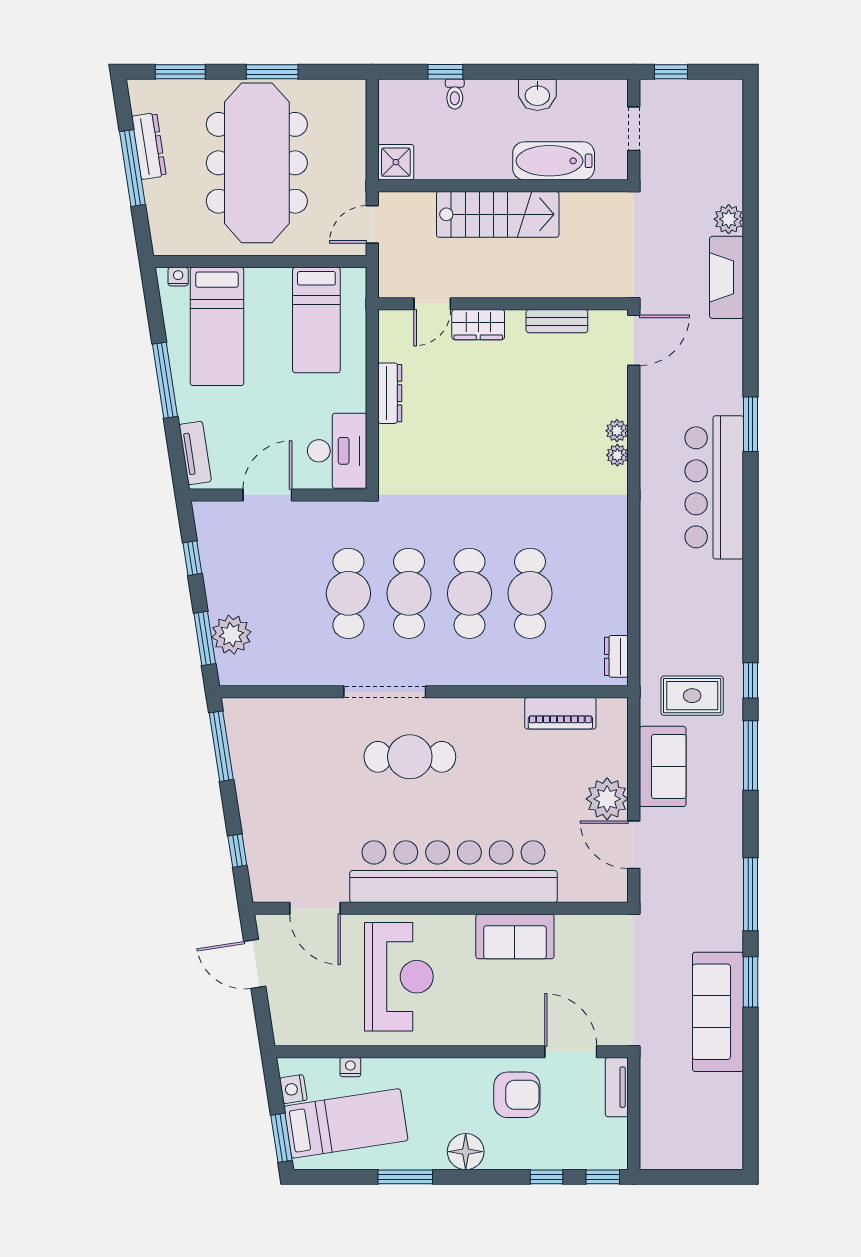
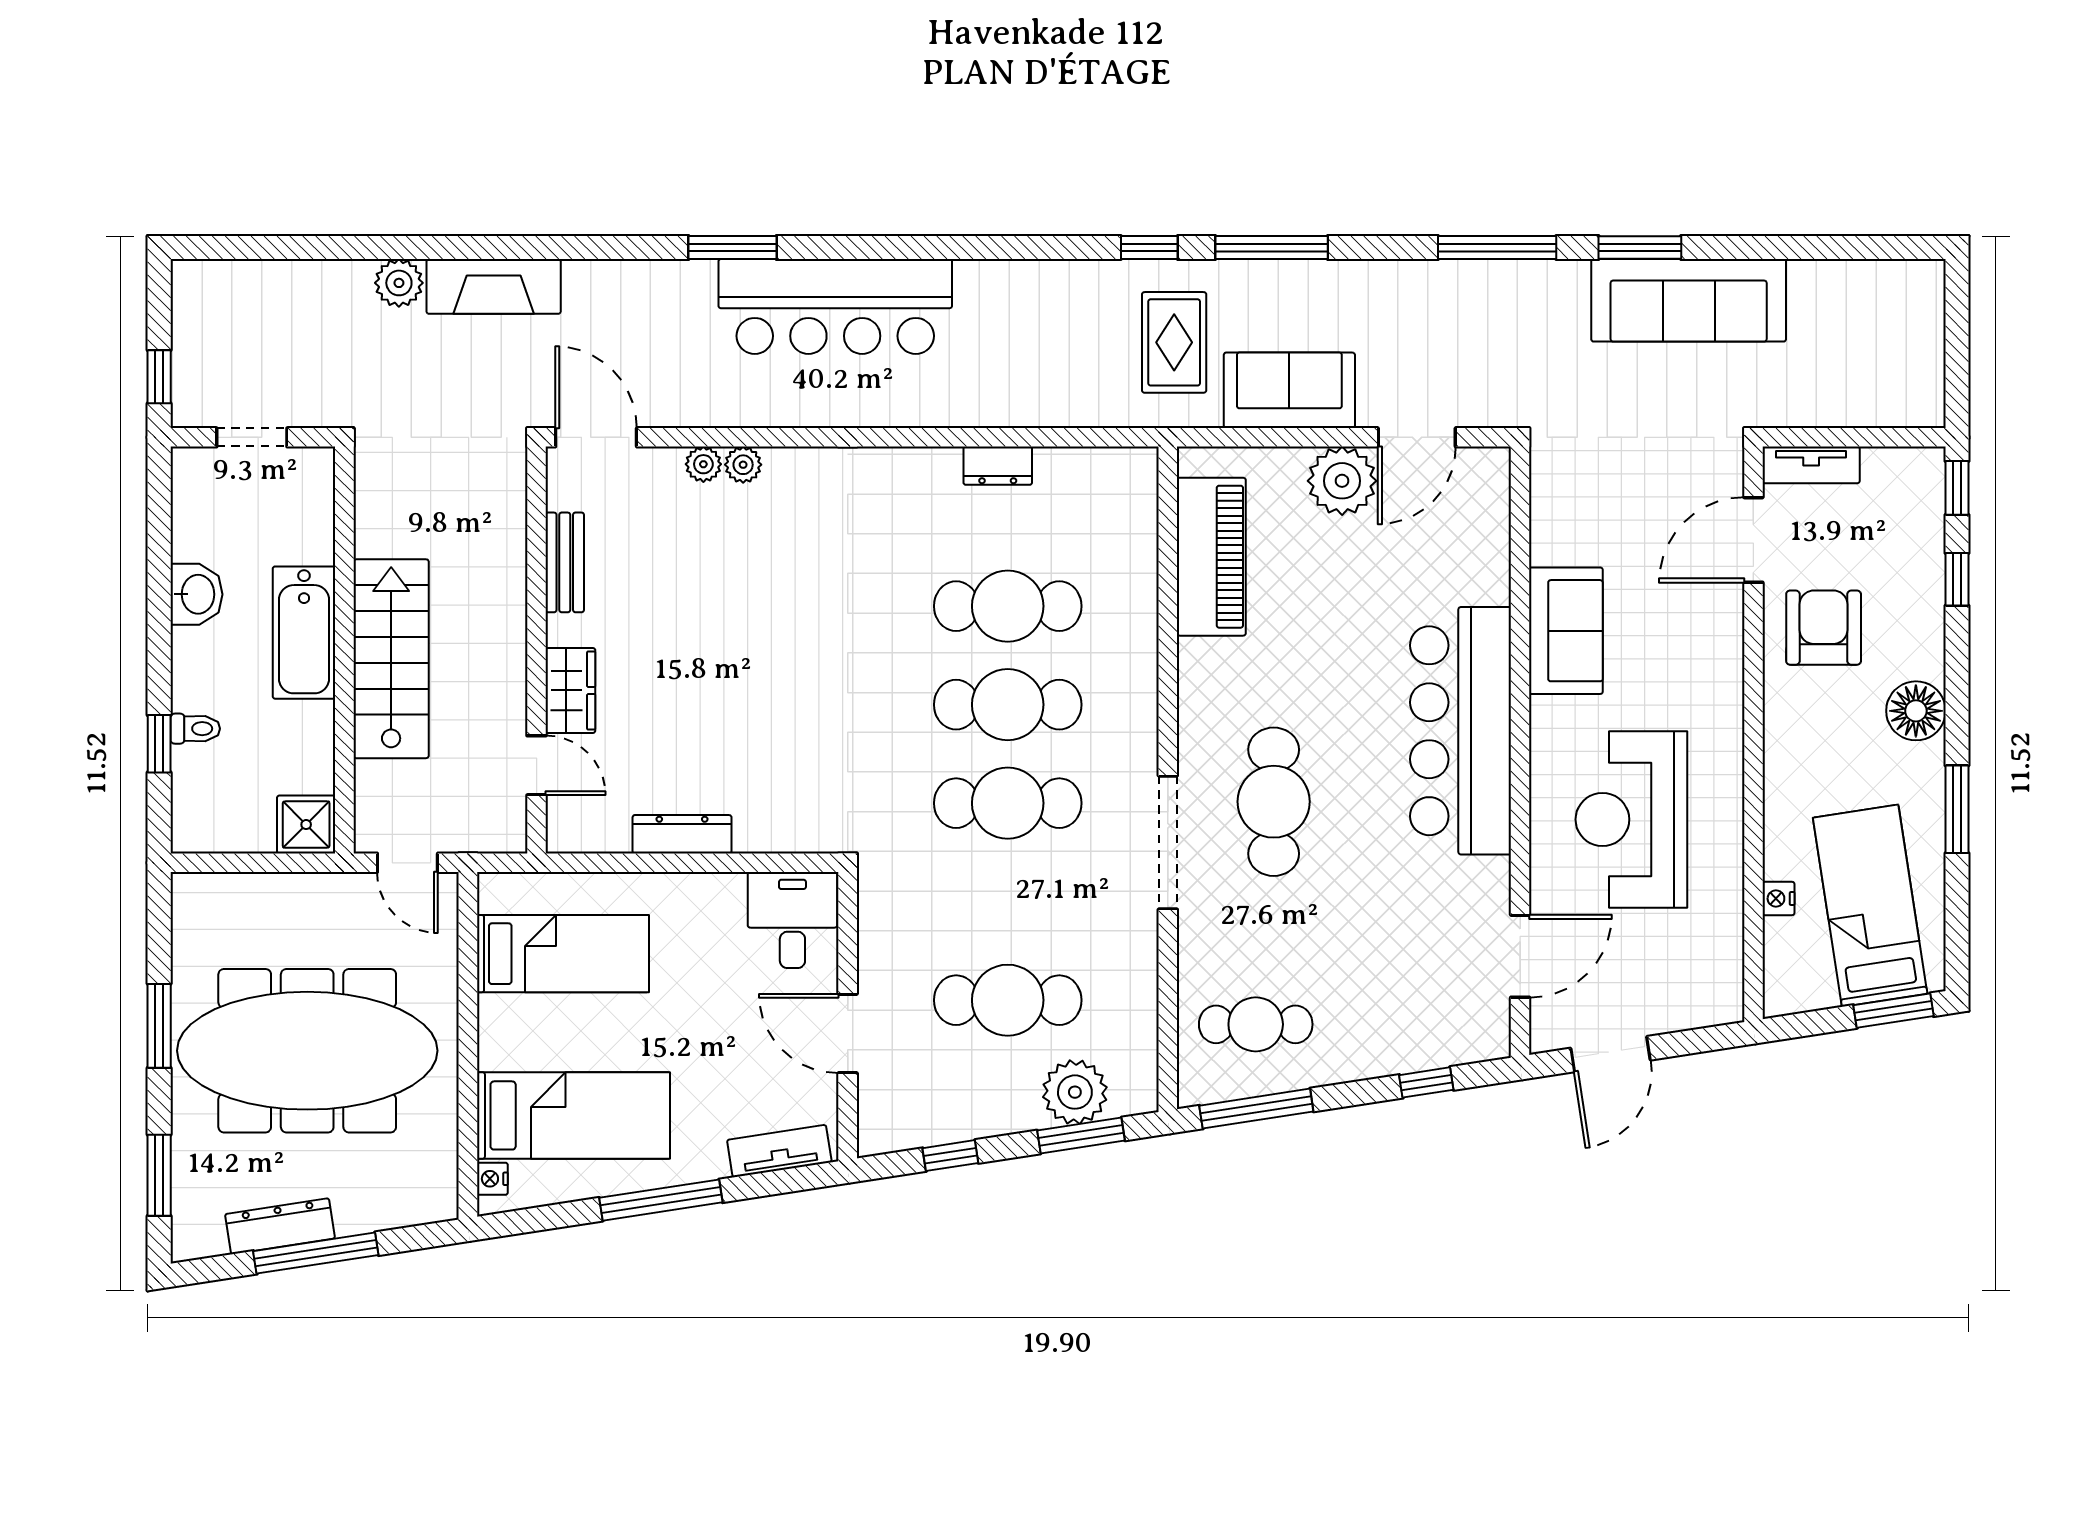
bathtub: (554, 161) -> (304, 633), moved
desk: (337, 451) -> (792, 920), width x0.73
plant: (617, 455) -> (703, 464), moved
cafe table: (348, 593) -> (1008, 1000), moved
dresser: (616, 656) -> (998, 466), moved
piano: (560, 713) -> (1211, 557), width x1.37, depth x1.33
cafe table: (273, 746) -> (1256, 1024), added
bar counter: (453, 872) -> (1461, 731), width x0.73
reception desk: (399, 977) -> (1631, 819), turned -90
nightstand: (293, 1089) -> (1814, 991), removed

